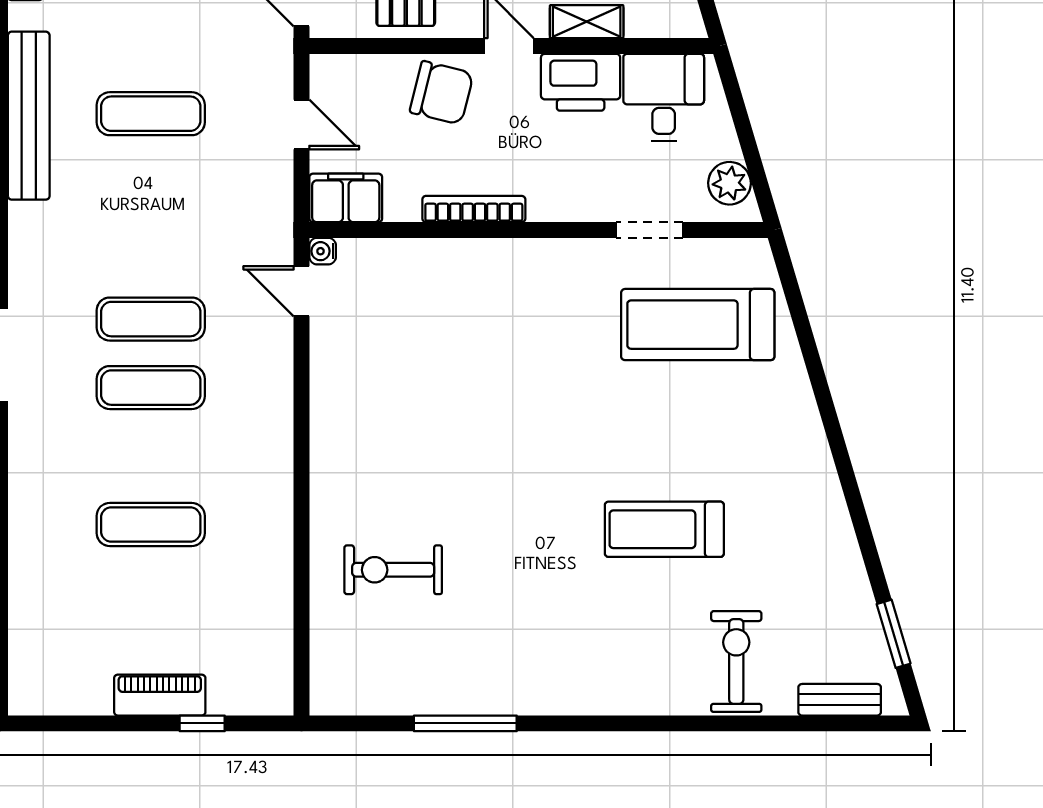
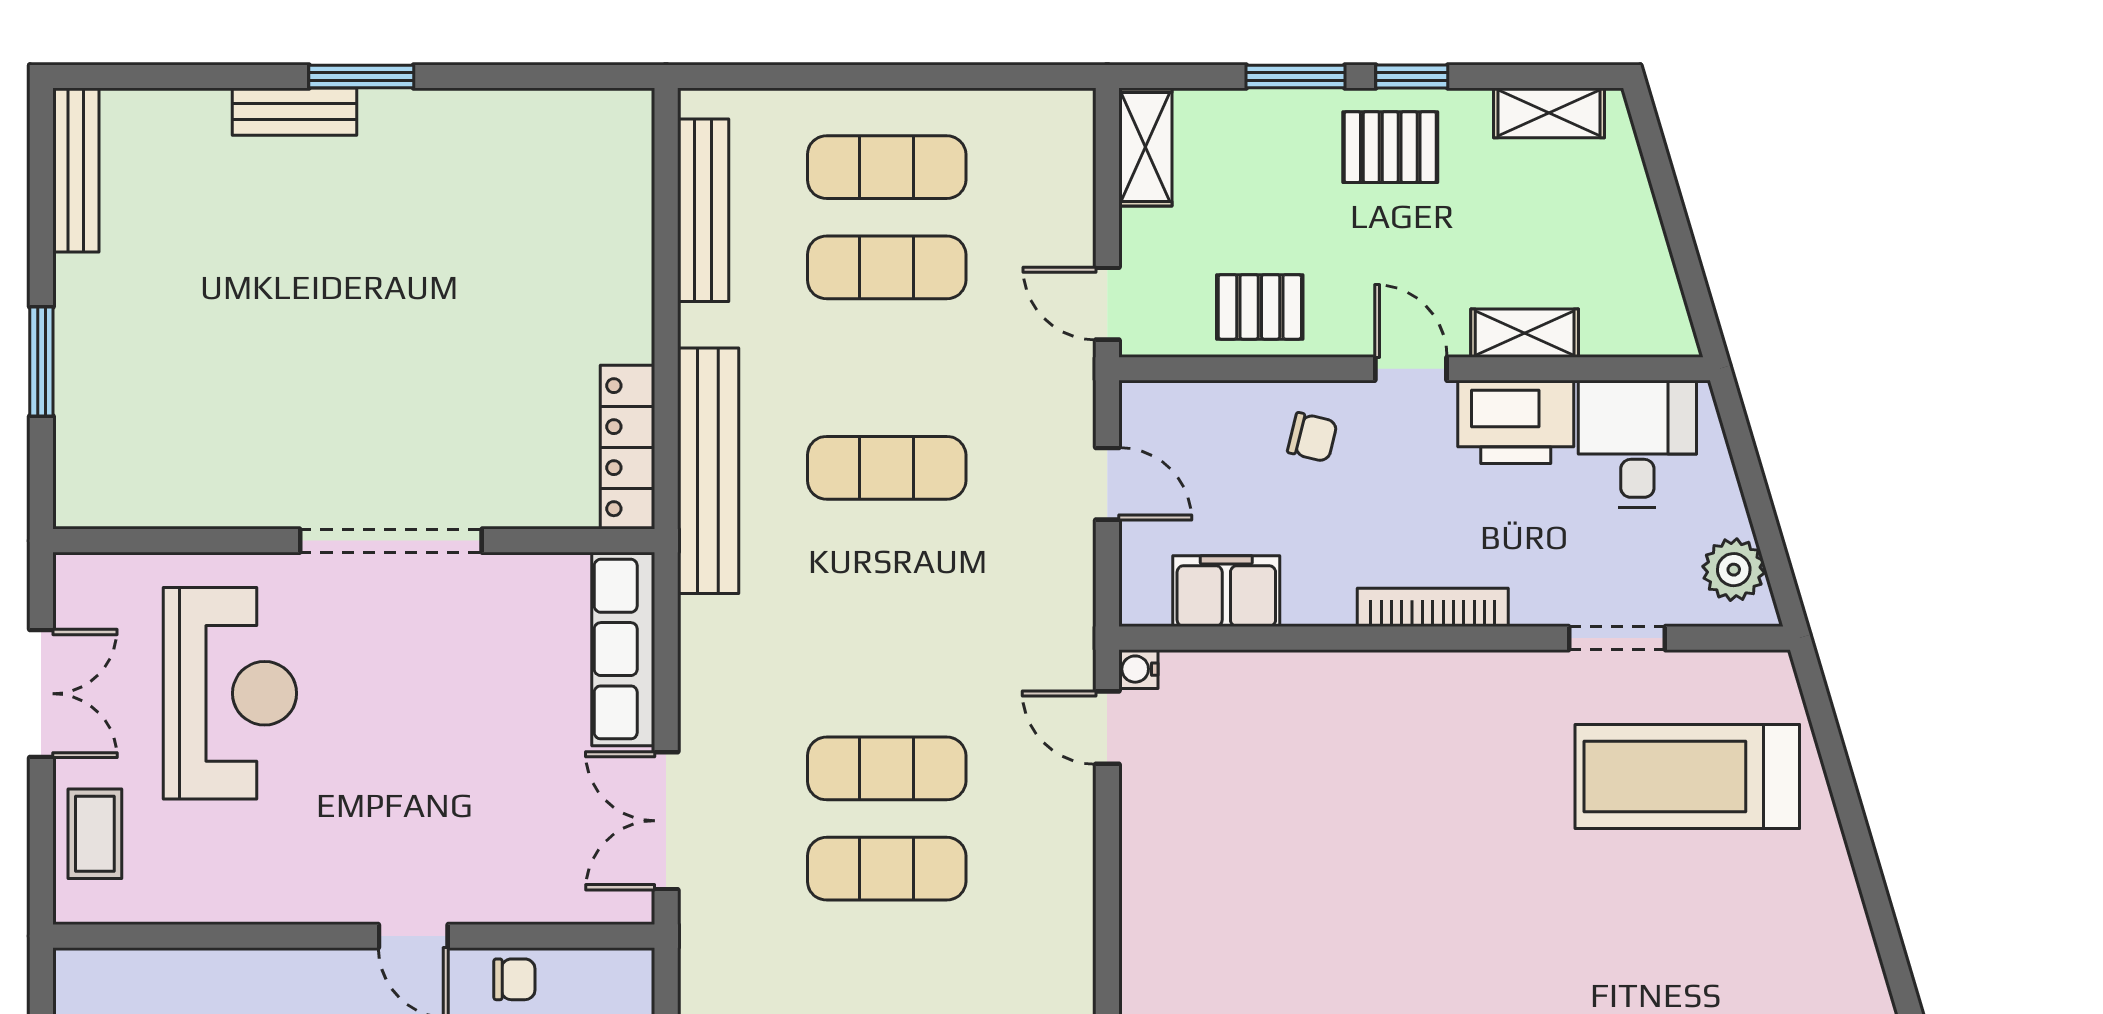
chair: (442, 93) -> (1312, 437), width x0.54, depth x0.54
filing cabinet: (346, 198) -> (1226, 591), moved
bookcase: (474, 209) -> (1433, 607), moved

